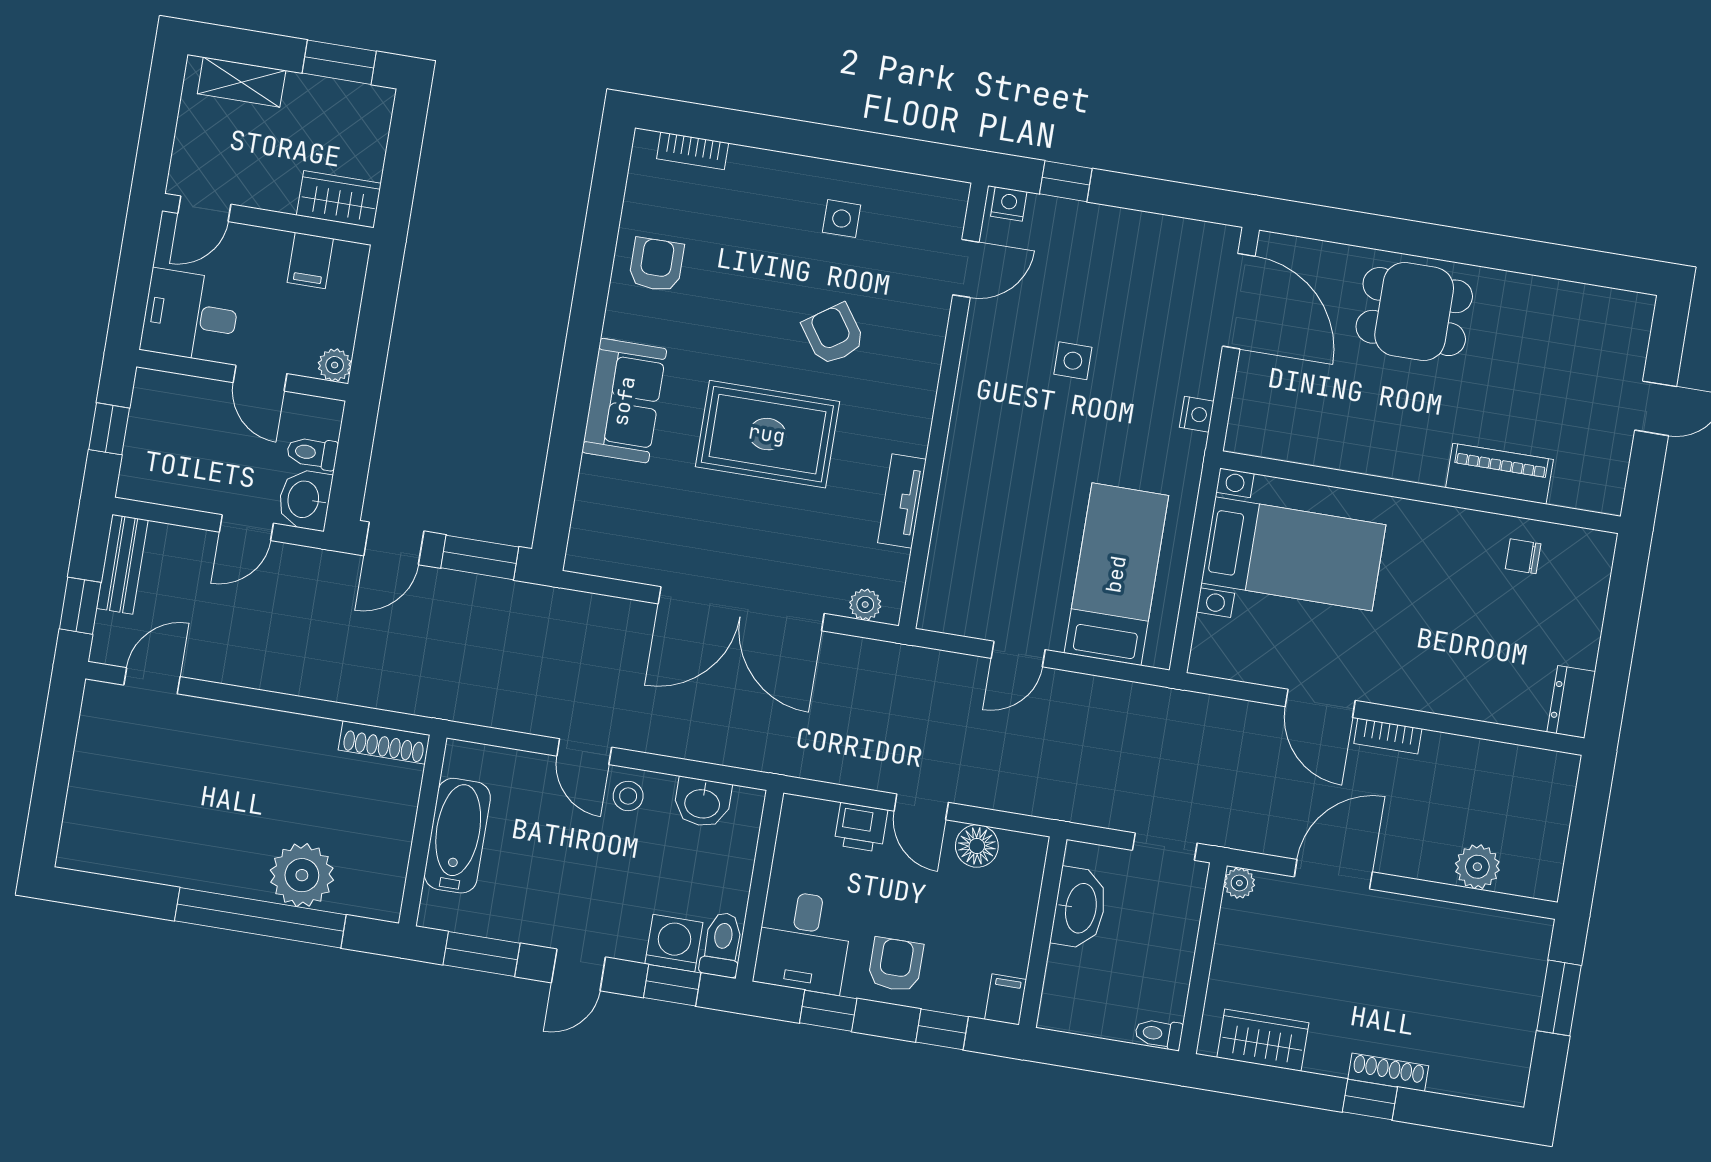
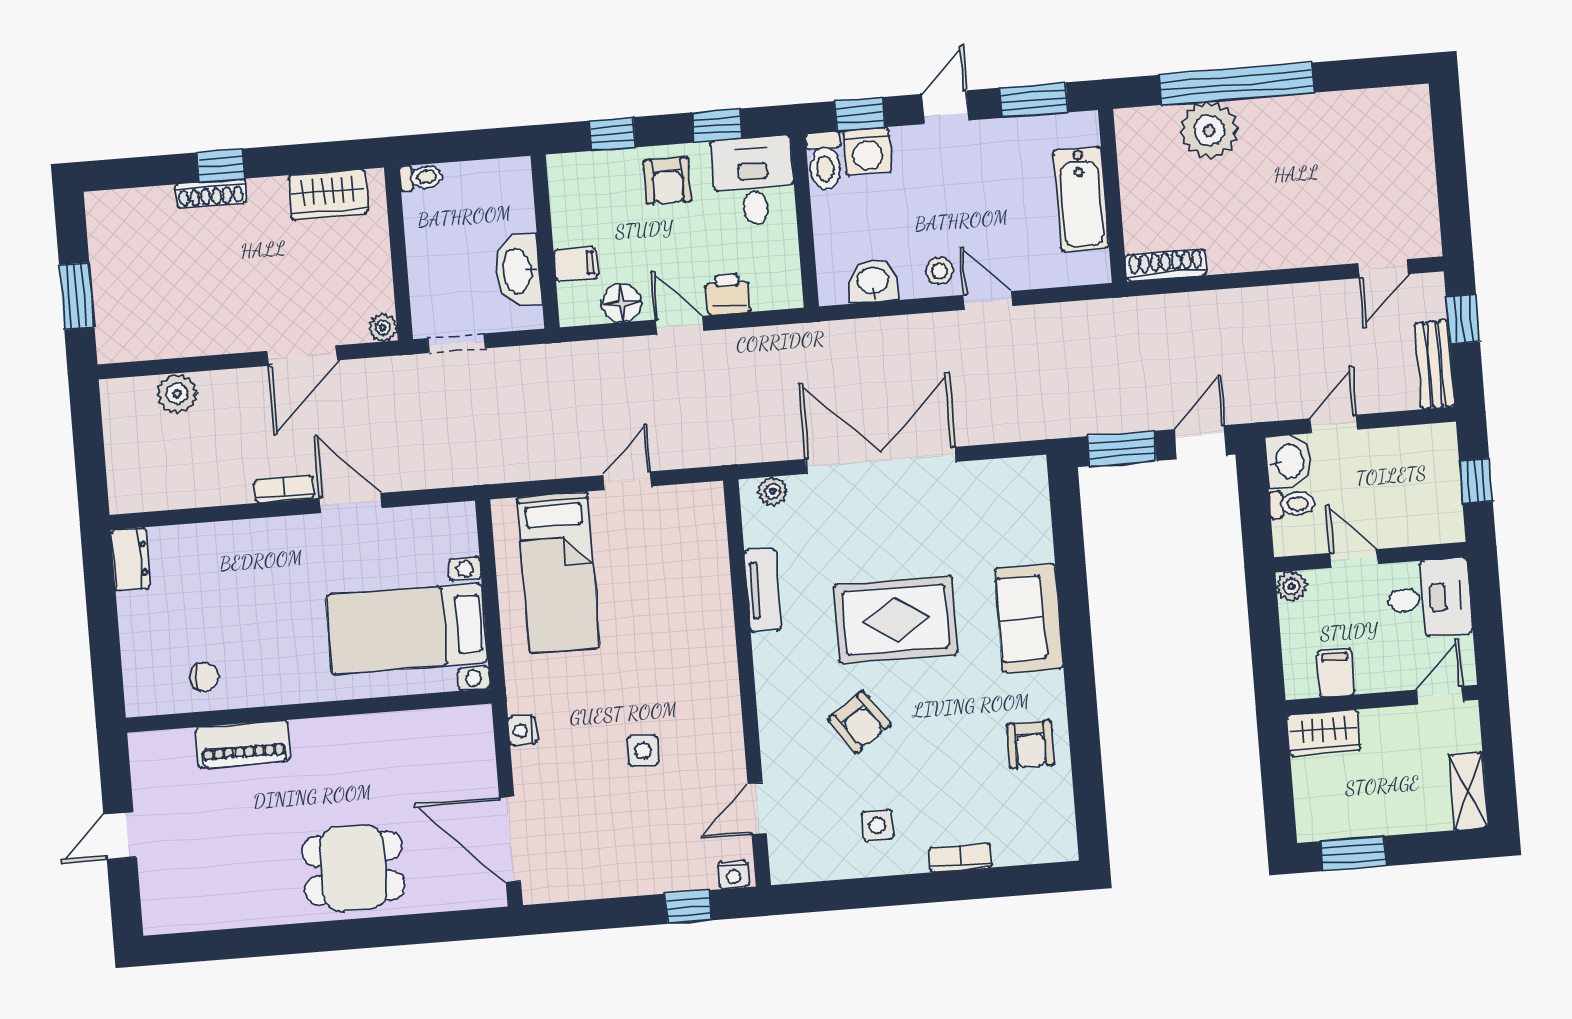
shelving: (242, 82) -> (1469, 791), moved, turned 90
bookcase: (693, 151) -> (960, 858), moved
filing cabinet: (1006, 999) -> (576, 264), moved, turned -90

